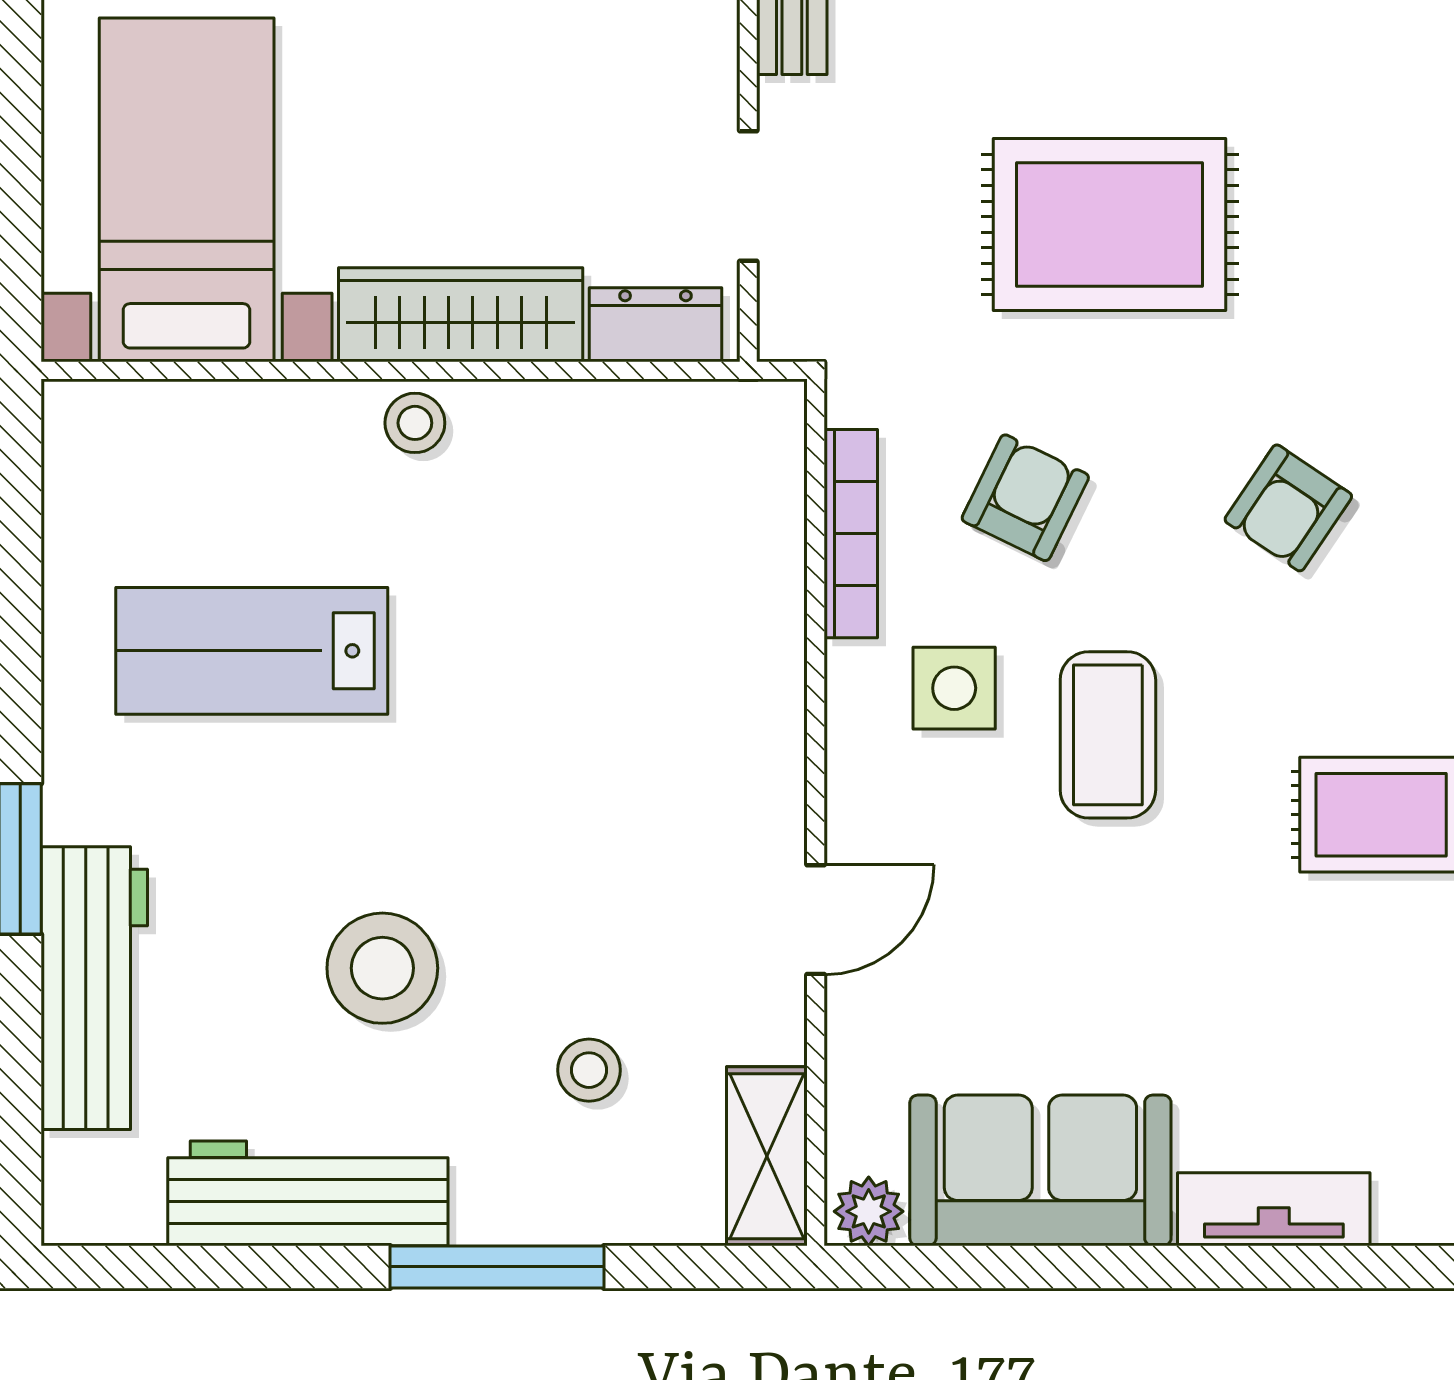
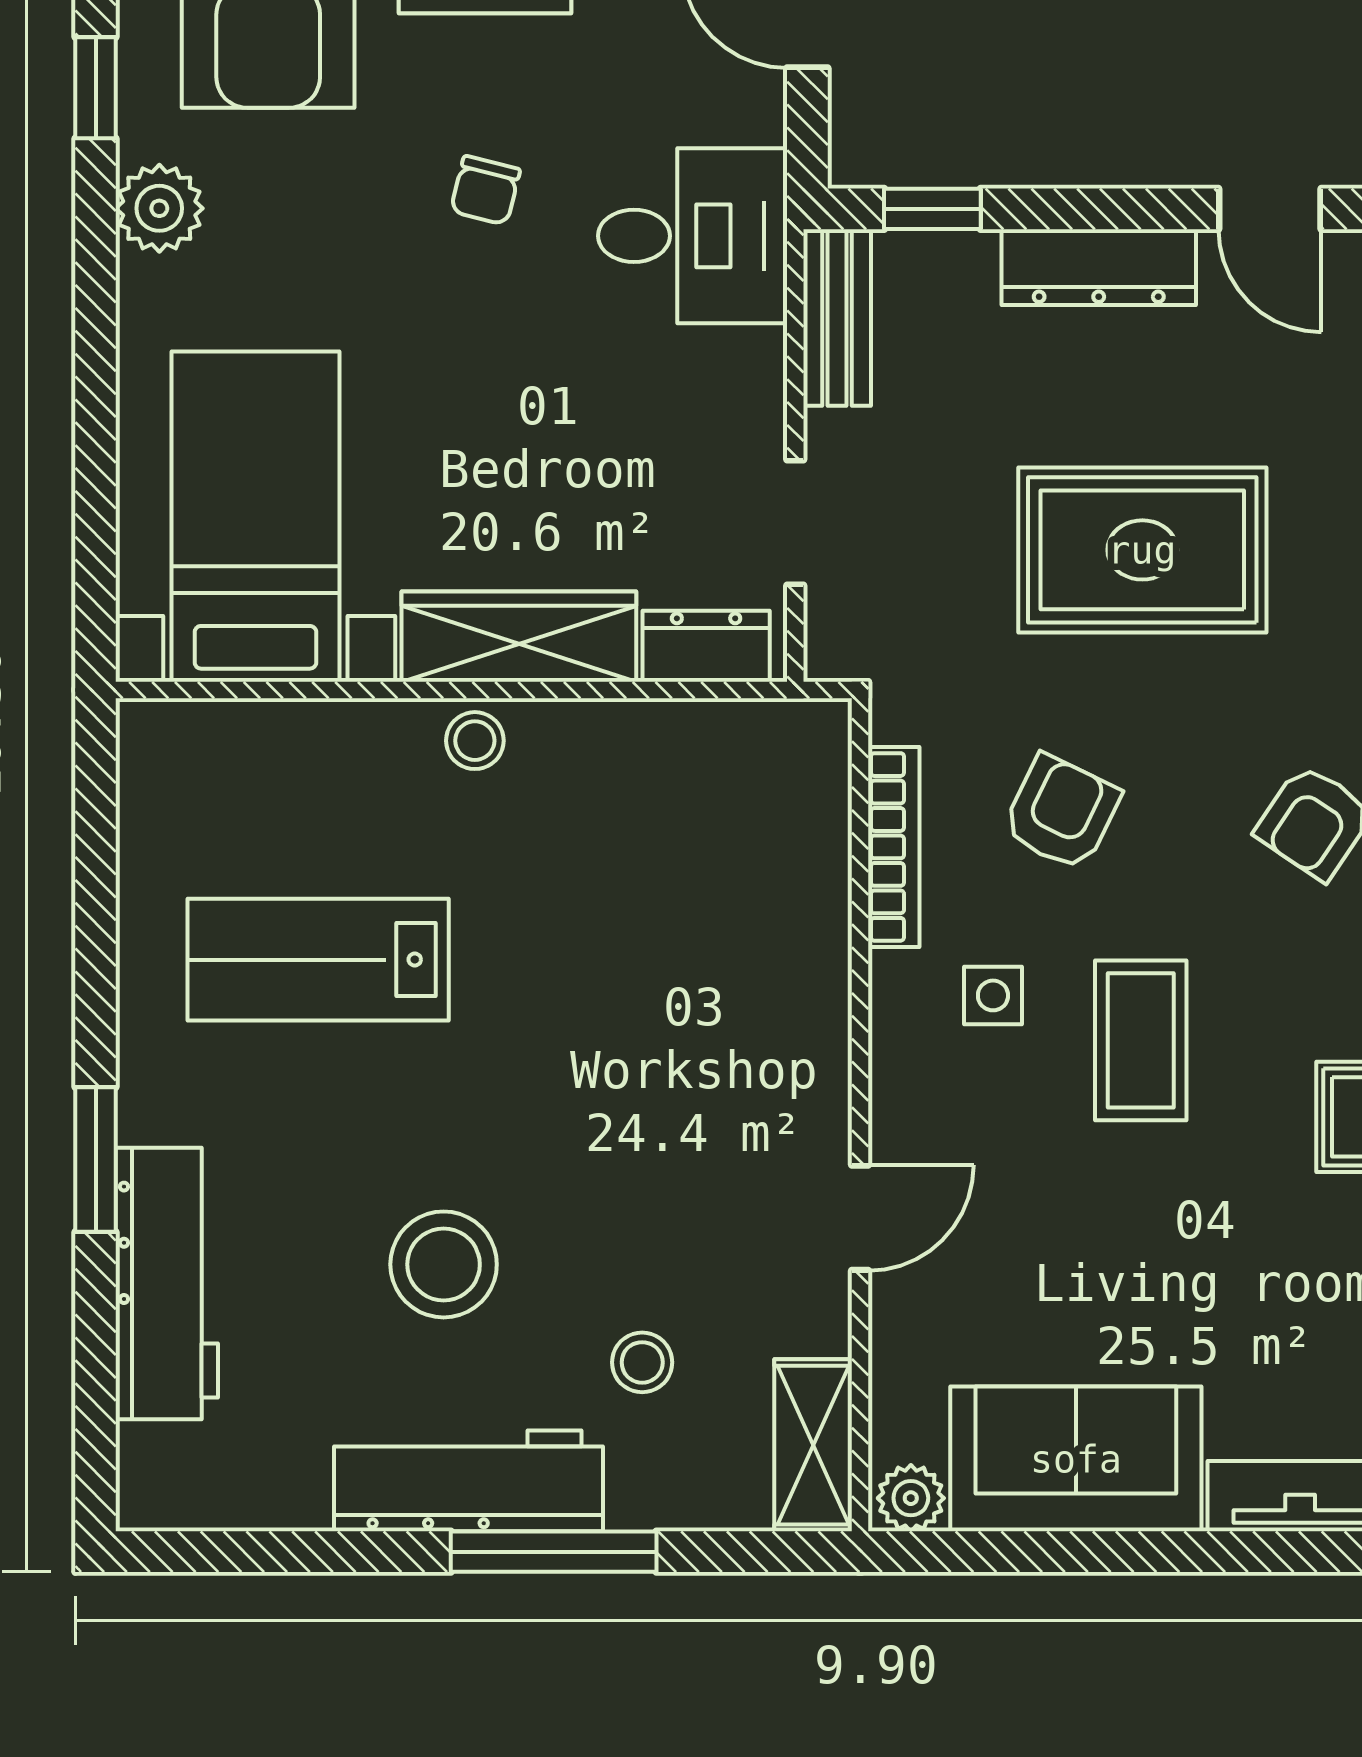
side table: (954, 688) -> (993, 995), width x0.73, depth x0.73
workbench: (308, 1193) -> (468, 1481), moved

